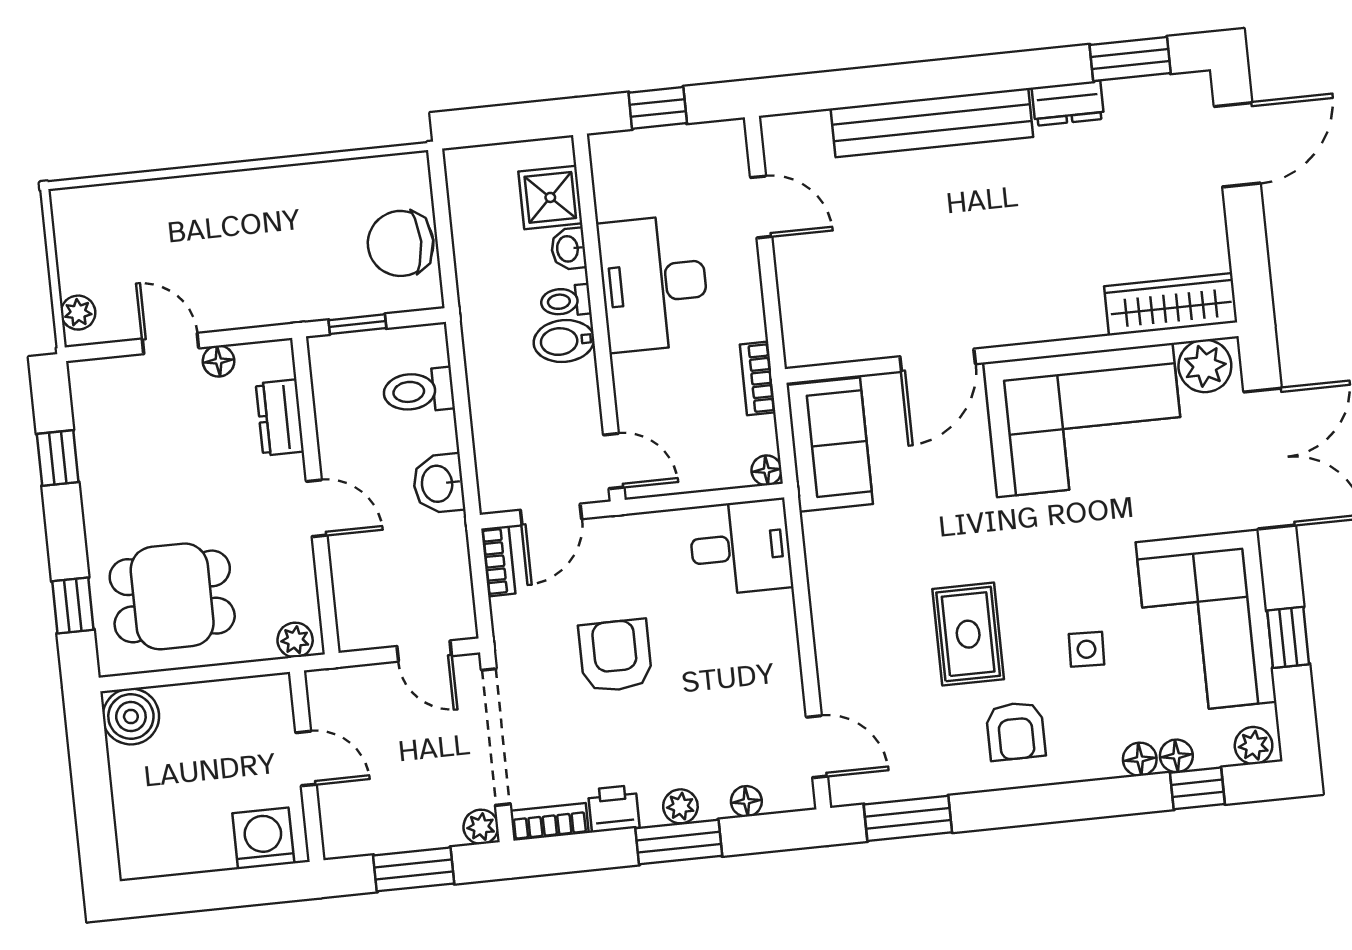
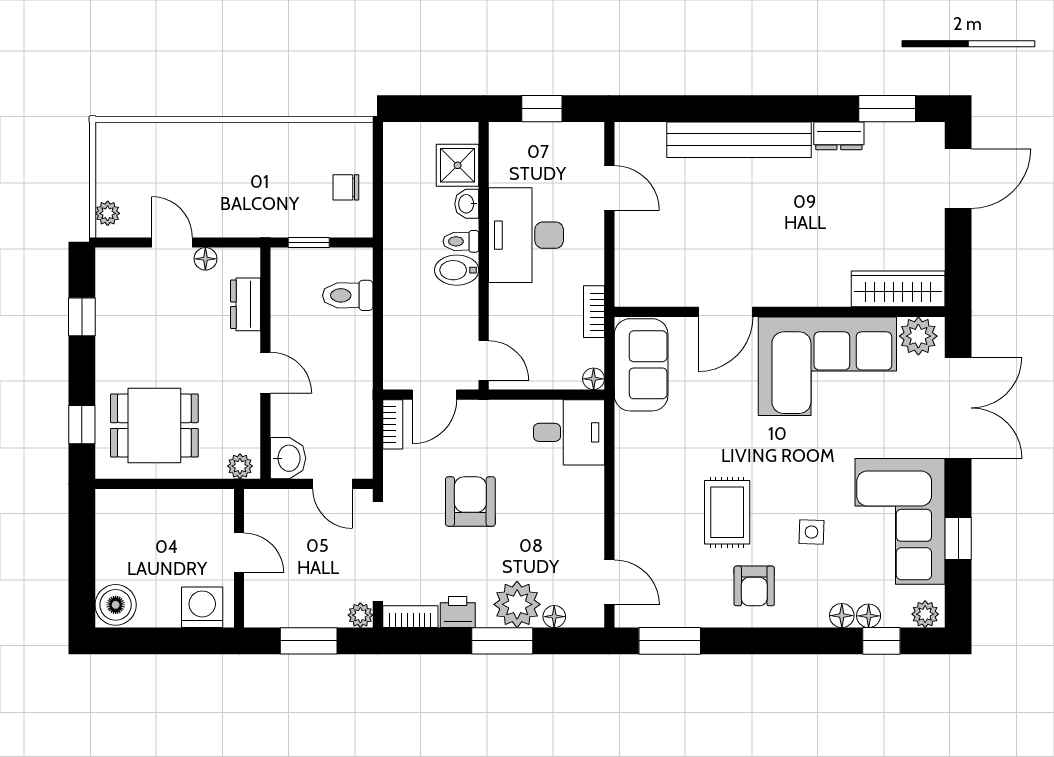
chair: (401, 243) -> (346, 187), width x0.54, depth x0.54
washbasin: (438, 484) -> (288, 458), moved, turned 180
boiler: (131, 717) -> (116, 605), moved
plant: (680, 806) -> (517, 604), width x1.88, depth x1.88

